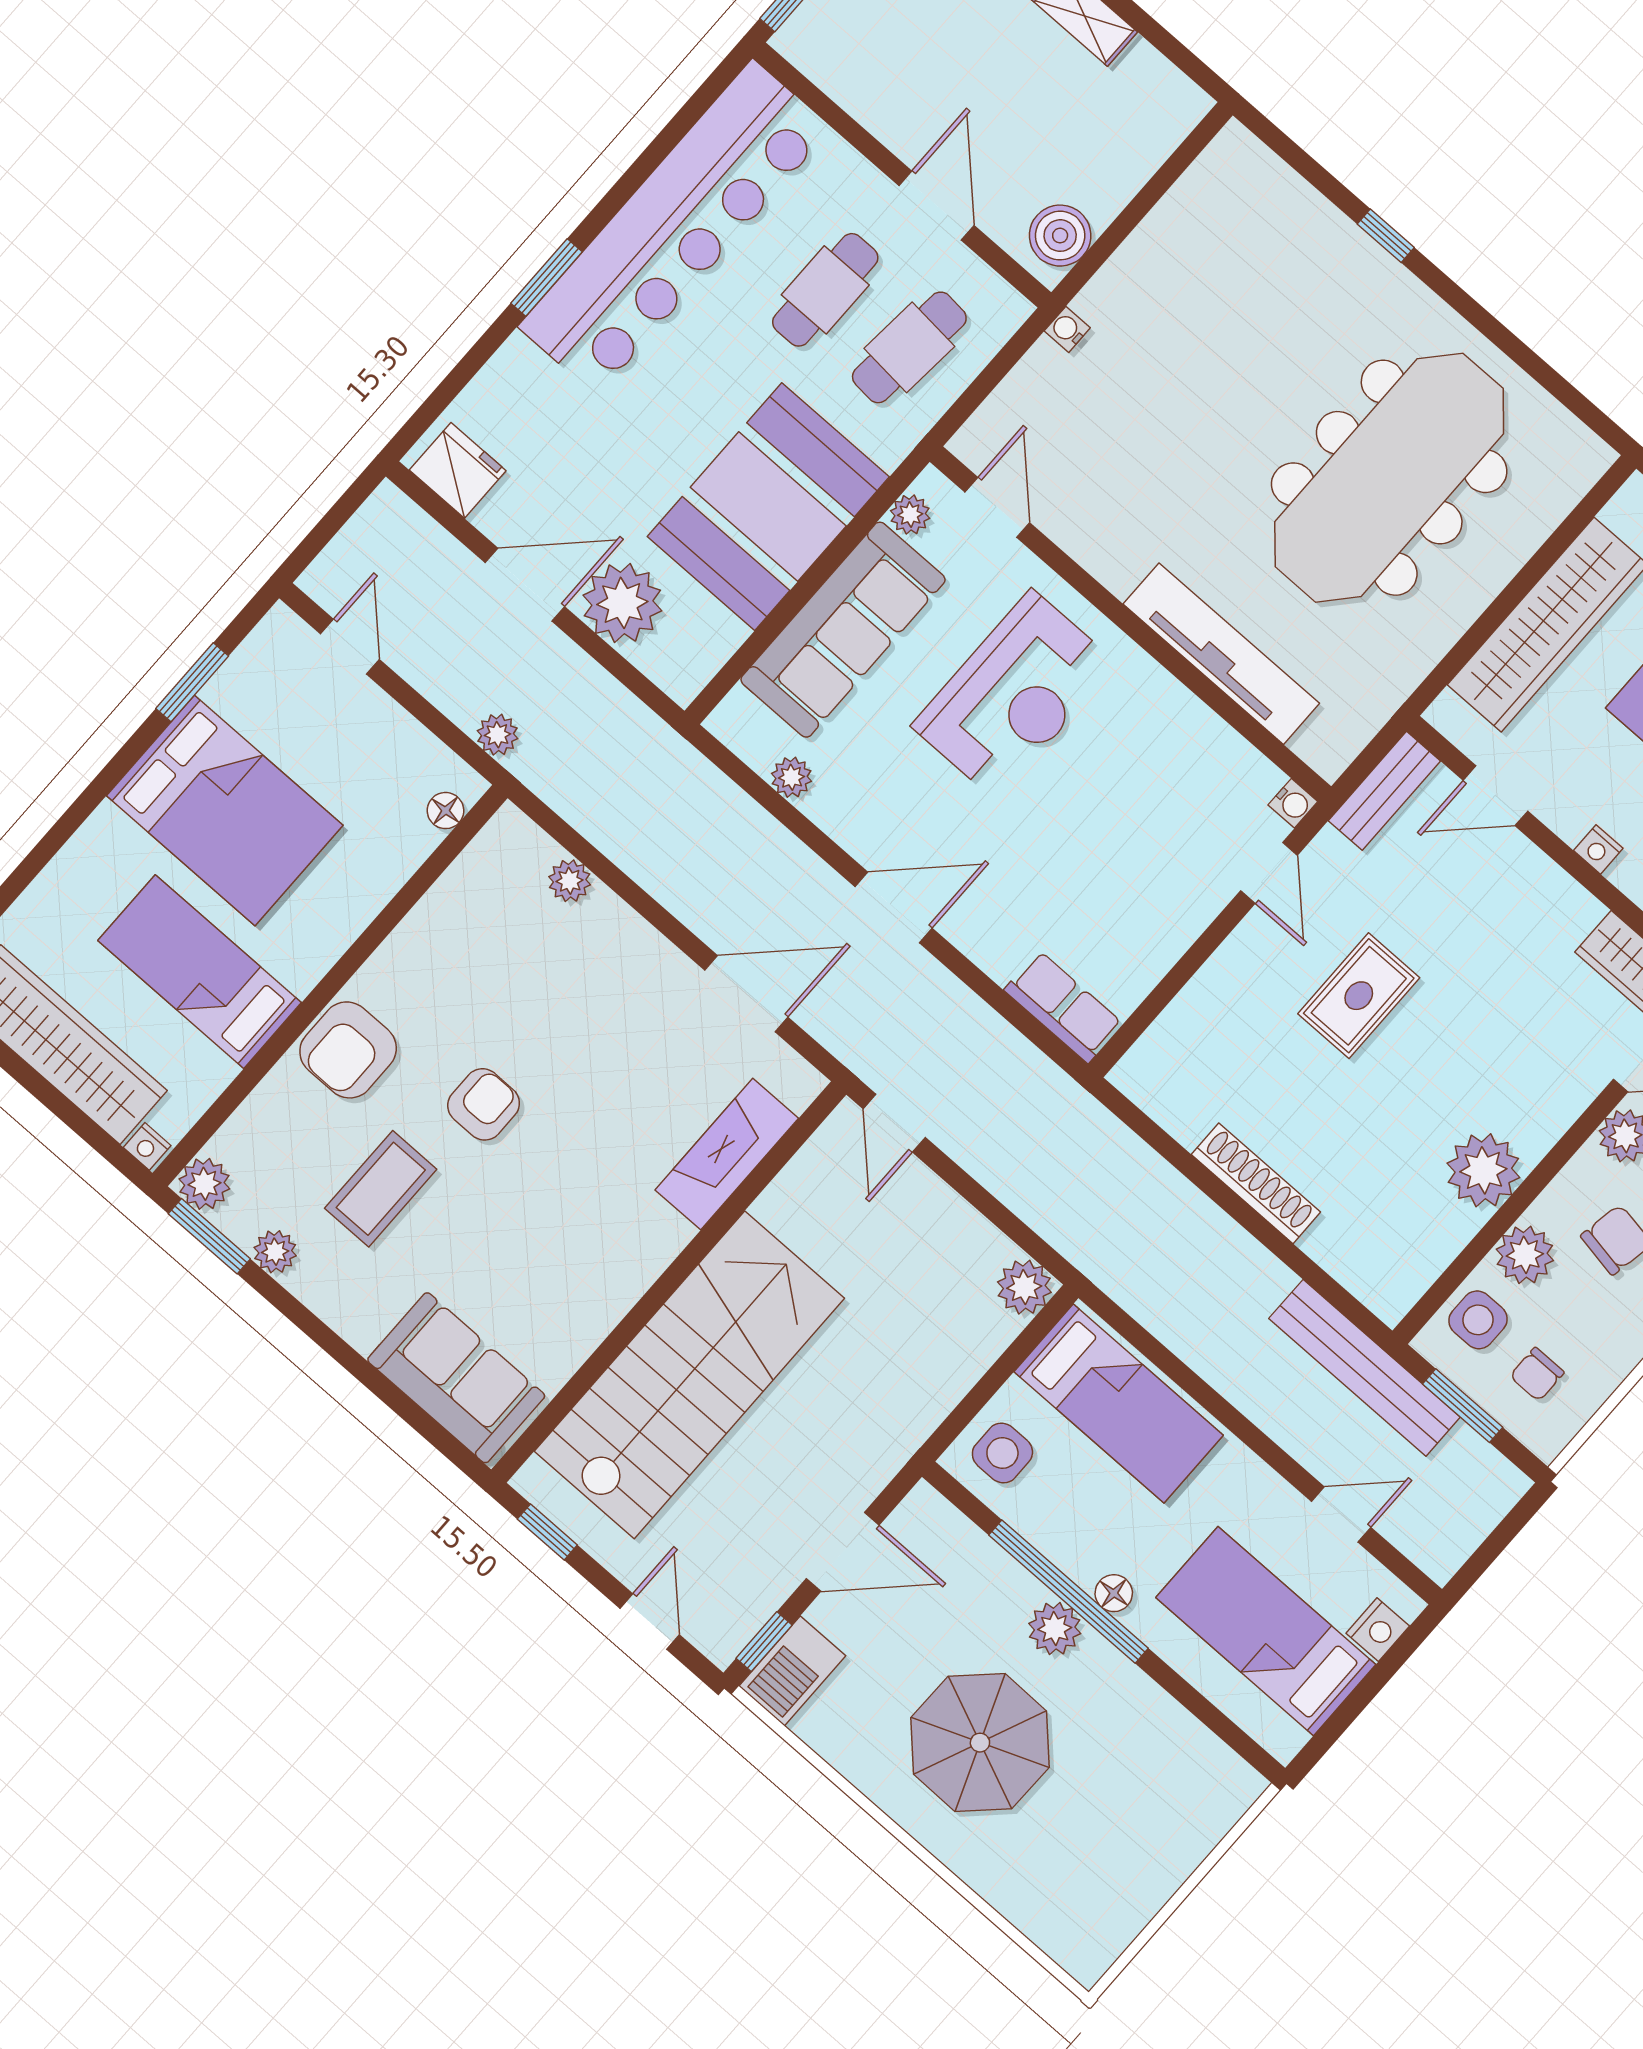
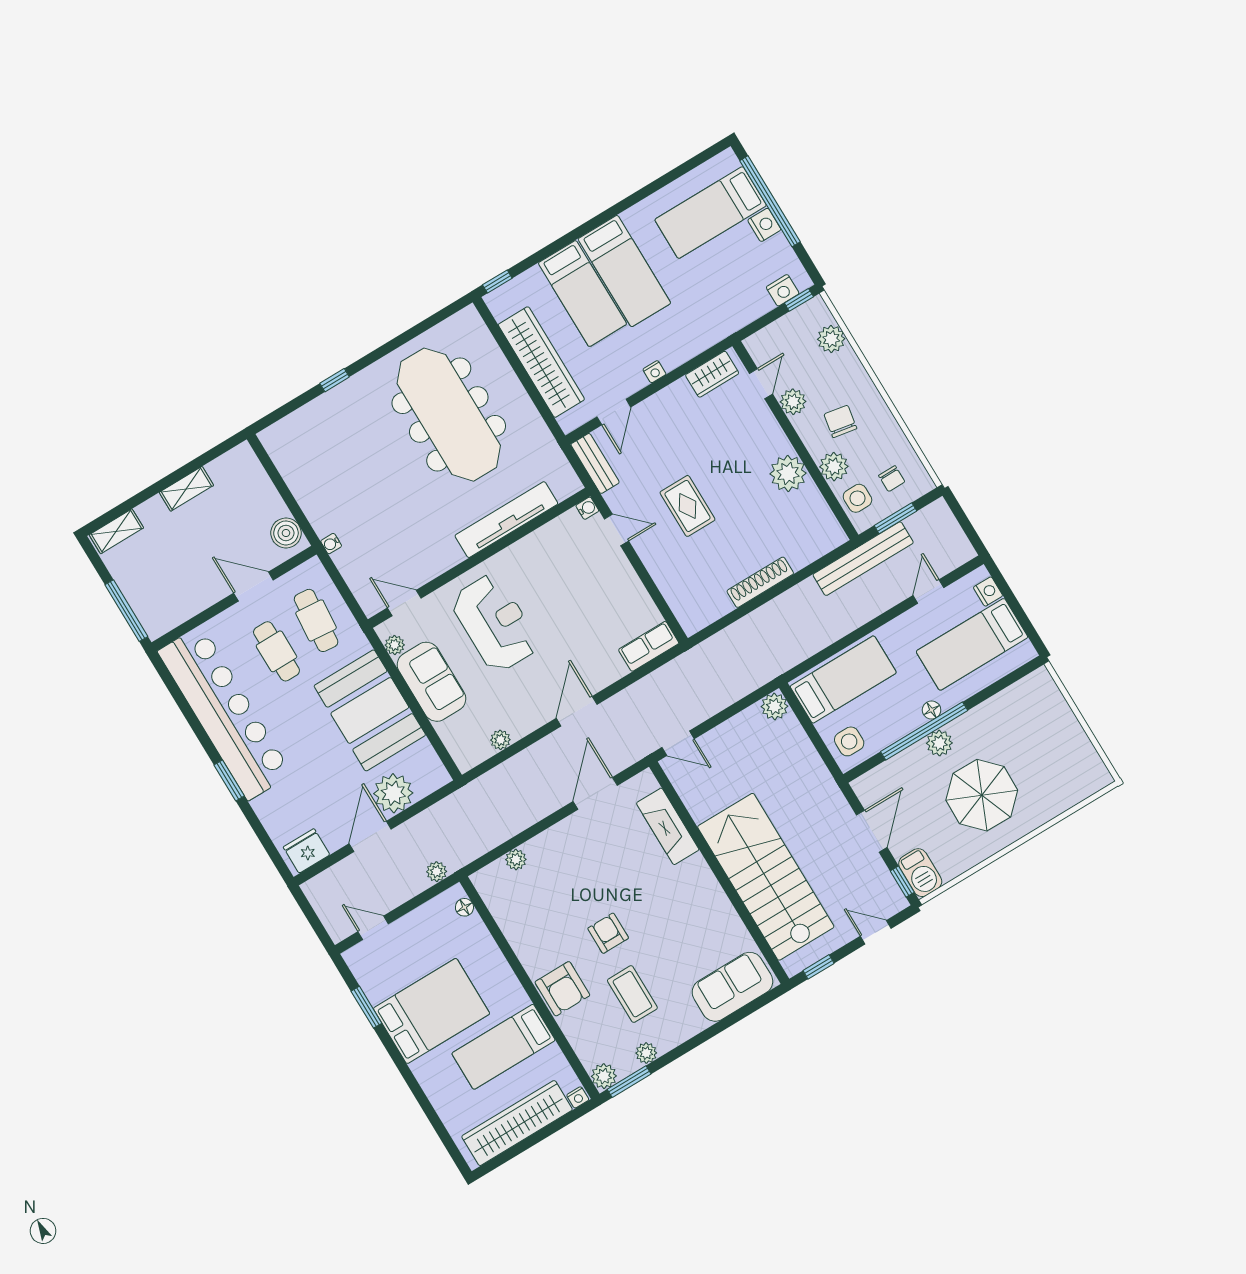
sofa: (843, 630) -> (431, 682), width x0.73

